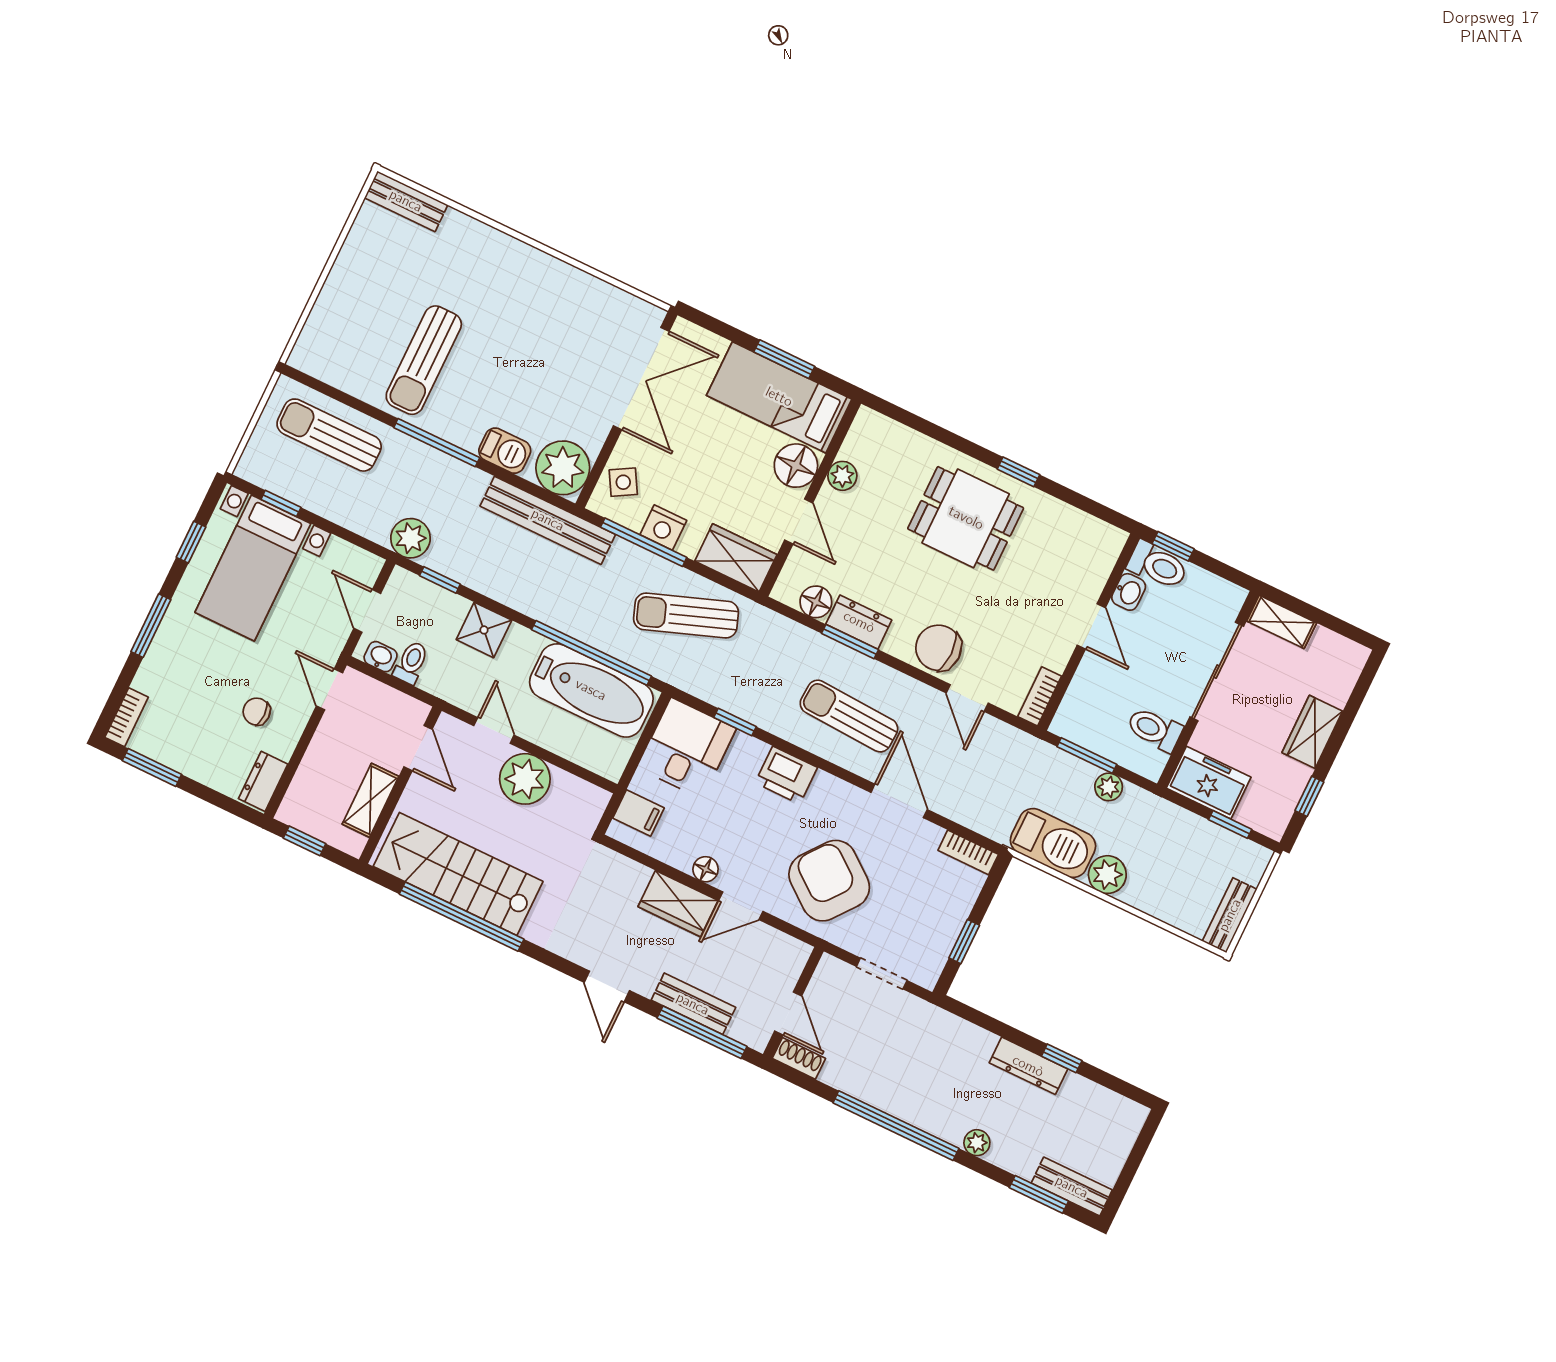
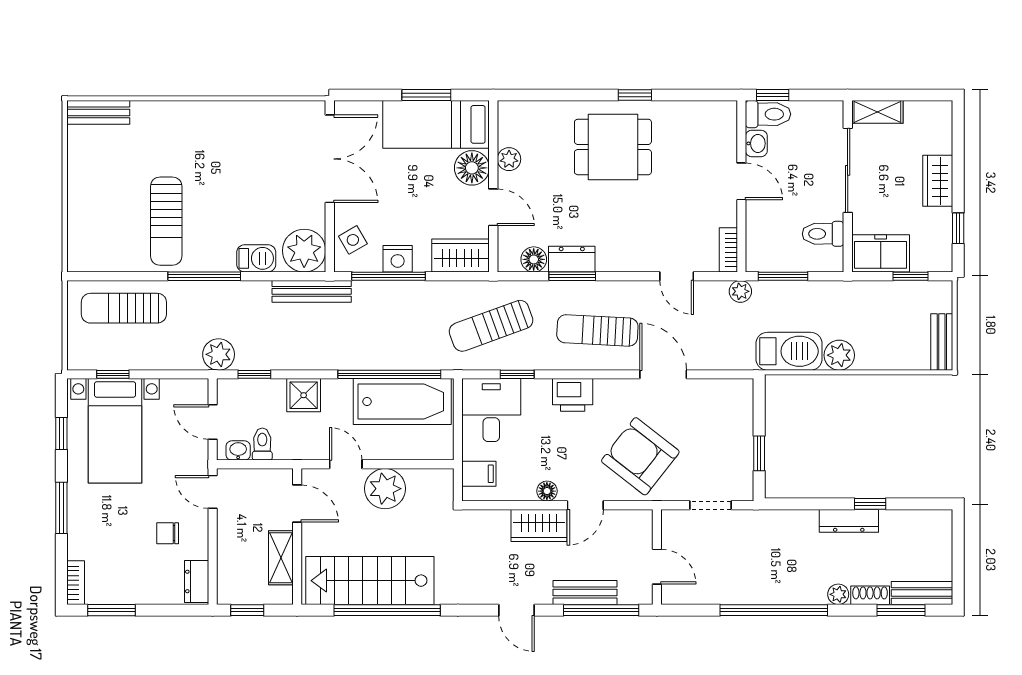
bench: (548, 520) -> (312, 291), width x0.73, depth x0.82
sun lounger: (686, 616) -> (491, 326), moved
chair: (938, 648) -> (638, 250), removed
plant: (1109, 787) -> (740, 291), moved
bookcase: (968, 852) -> (731, 388), removed
shoe rack: (799, 1058) -> (870, 595), moved

